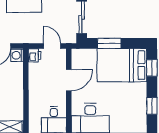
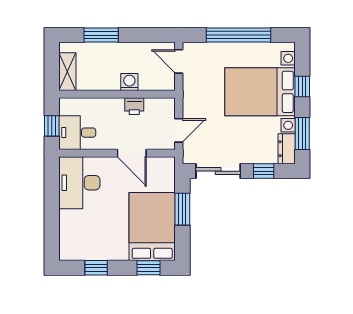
washing machine: (17, 55) -> (129, 82), moved
printer: (35, 55) -> (134, 106), moved

